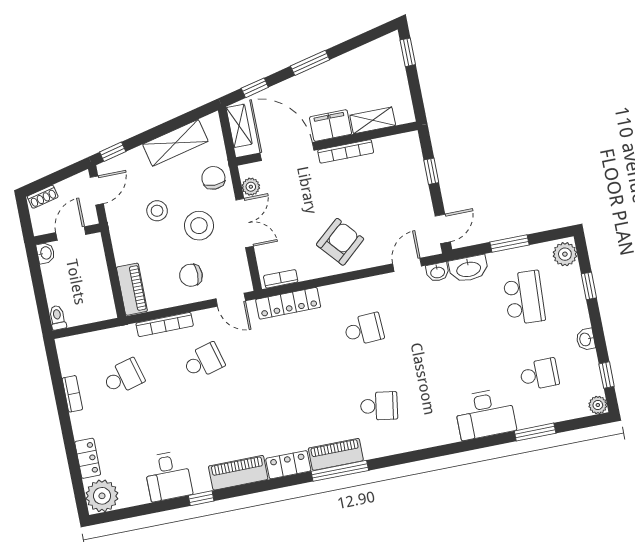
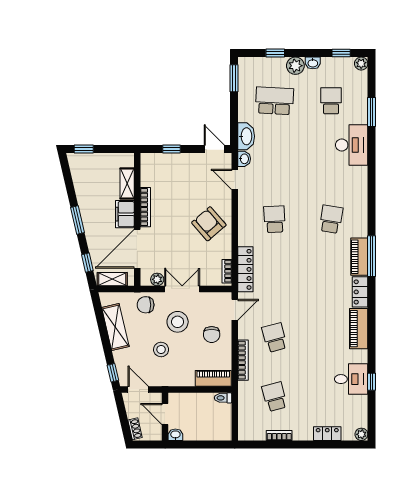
window: (509, 243) -> (234, 78), moved
plant: (565, 254) -> (295, 66), moved
toilet: (58, 318) -> (223, 398), moved
plant: (102, 496) -> (361, 434), width x0.53, depth x0.53
window: (201, 498) -> (372, 382), moved

